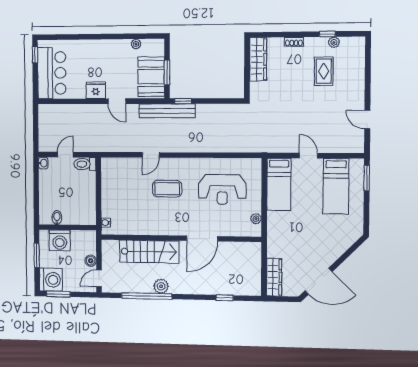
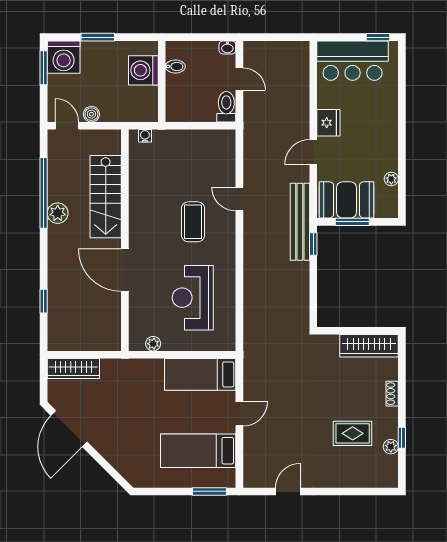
bidet: (57, 218) -> (175, 67), moved
wall: (67, 227) -> (162, 81), moved
washing machine: (60, 240) -> (143, 70), moved

